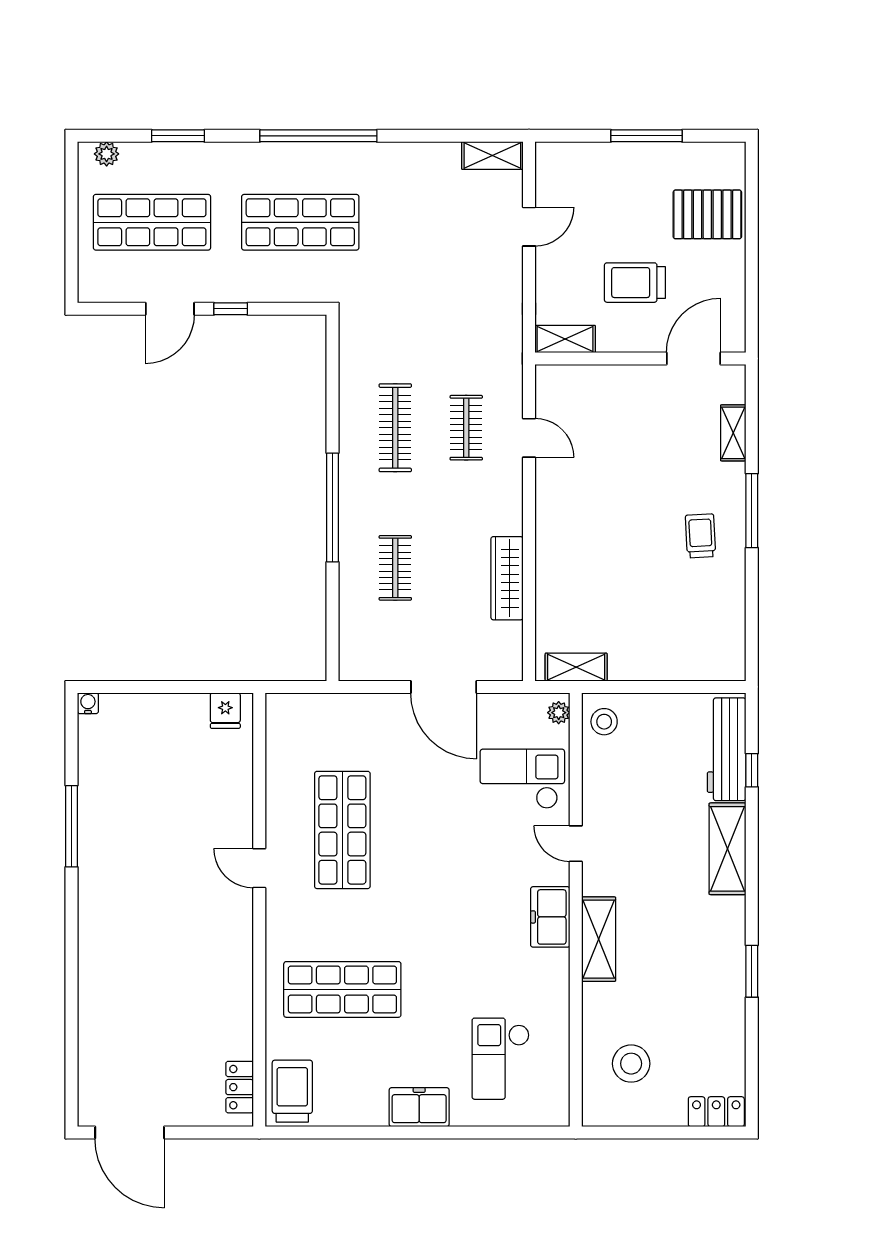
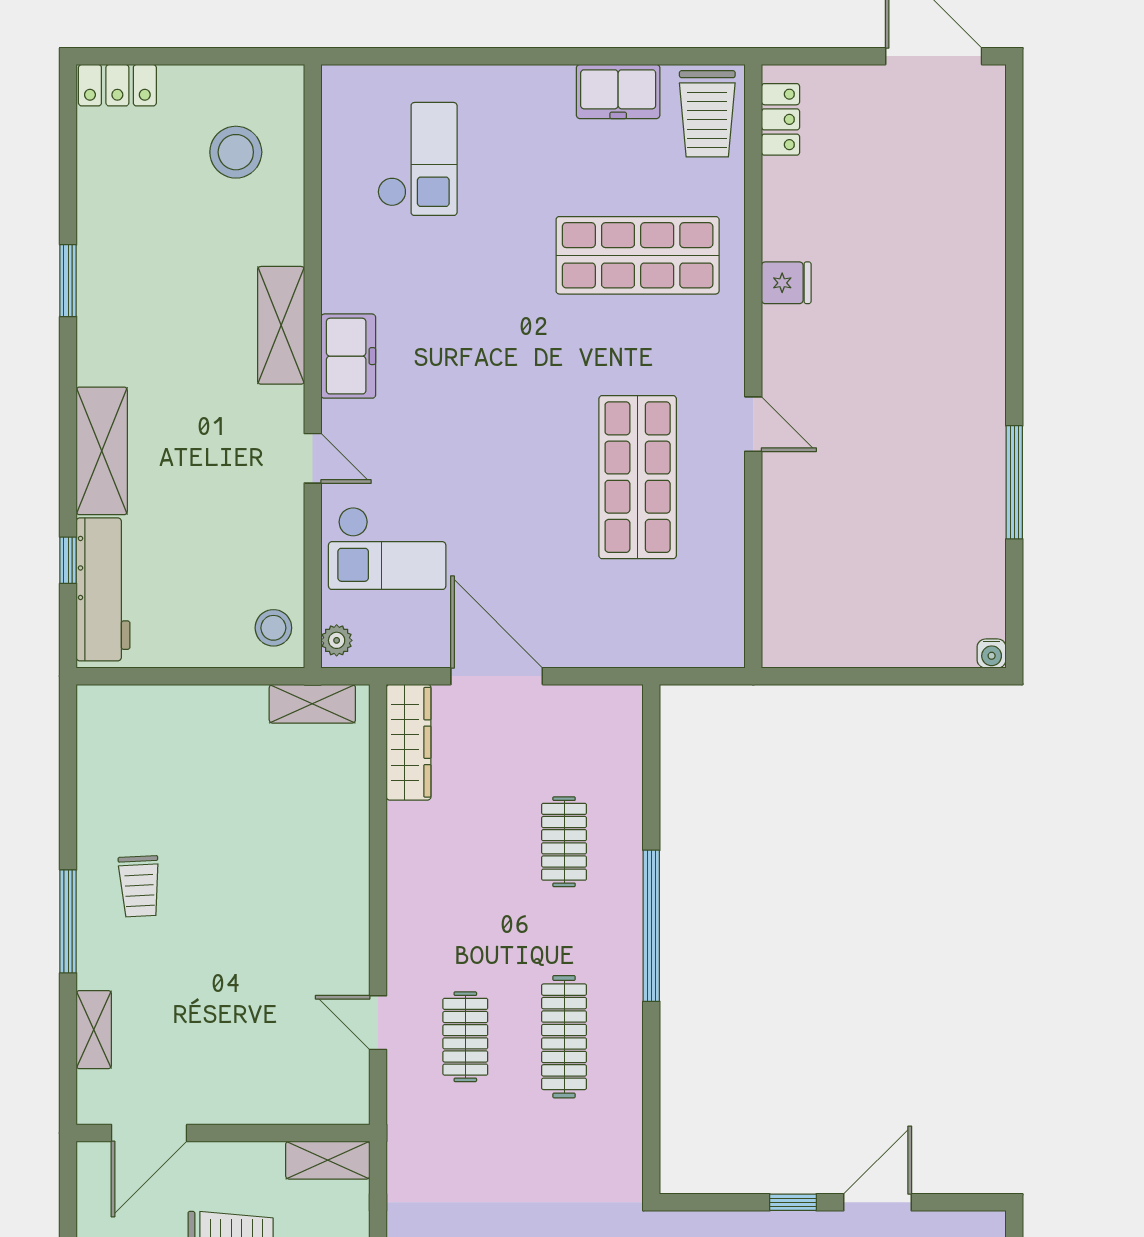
wardrobe: (507, 578) -> (409, 742), moved
fridge: (225, 711) -> (786, 283), moved, turned 90
freezer: (419, 1107) -> (618, 91), moved

